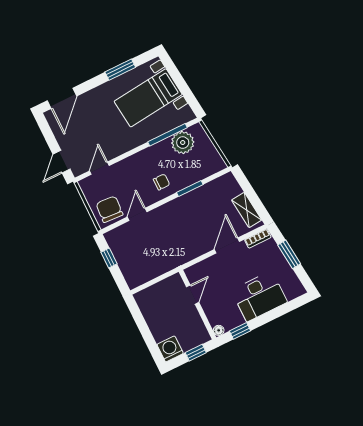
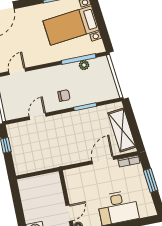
plant: (183, 143) -> (84, 65), width x0.53, depth x0.53
chair: (109, 209) -> (17, 106), removed
shelving: (247, 210) -> (122, 130), width x1.50, depth x1.33
door: (193, 295) -> (69, 213), moved

